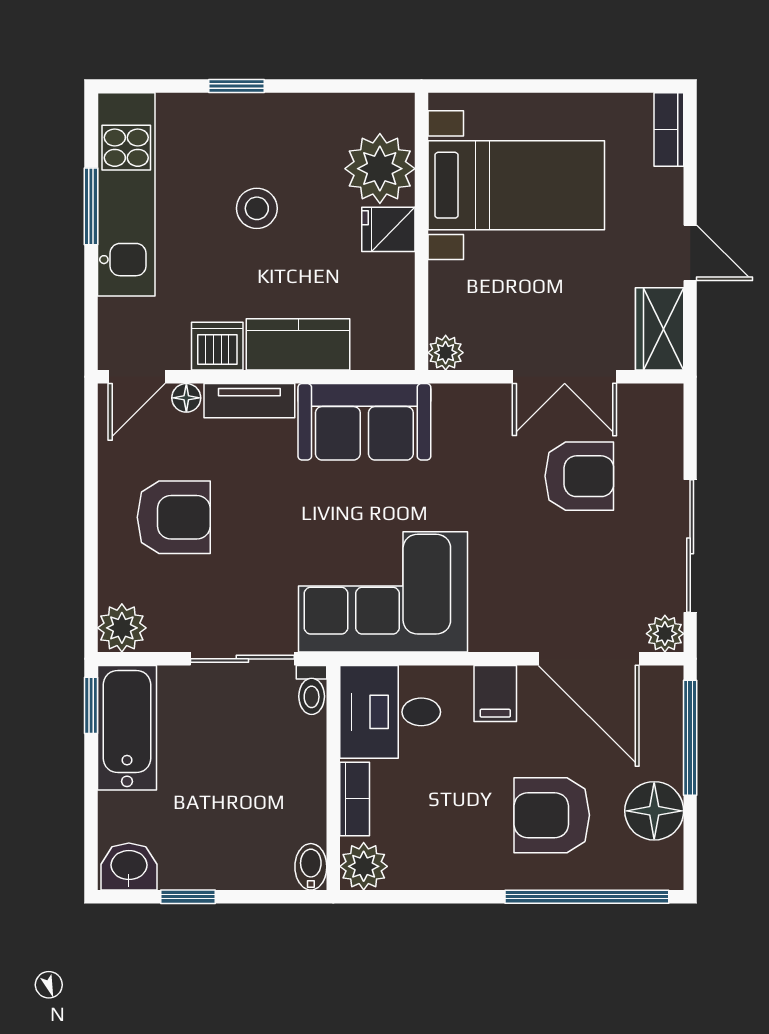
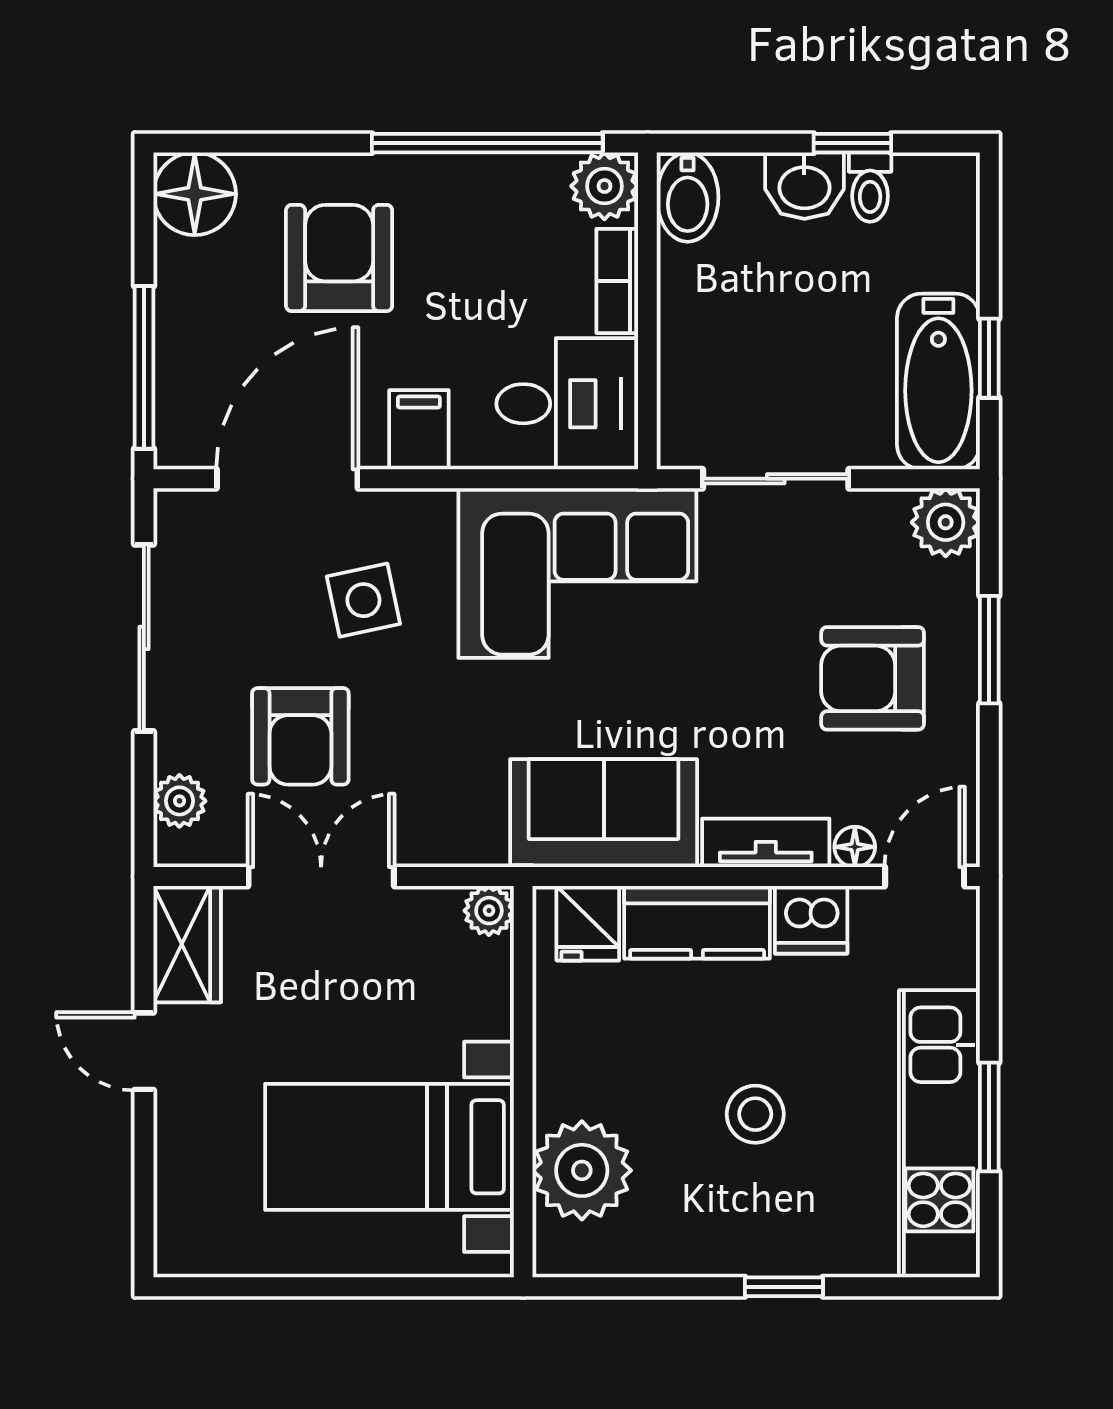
bookcase: (669, 130) -> (174, 1225), removed
fridge: (388, 229) -> (588, 923), moved, turned 90
armchair: (579, 476) -> (300, 736), turned -90
window: (91, 538) -> (989, 650), added
side table: (535, 573) -> (363, 600), added
plant: (665, 634) -> (179, 801), moved
door: (589, 659) -> (287, 479), hinge flipped
toilet: (312, 690) -> (870, 187), moved, turned 180
window: (91, 705) -> (989, 358), moved
floor lamp: (654, 811) -> (195, 194), moved
armchair: (552, 815) -> (339, 258), turned -90
washbasin: (129, 866) -> (804, 186), moved
bidet: (311, 867) -> (688, 197), width x1.38, depth x1.36
window: (587, 897) -> (487, 143), moved

